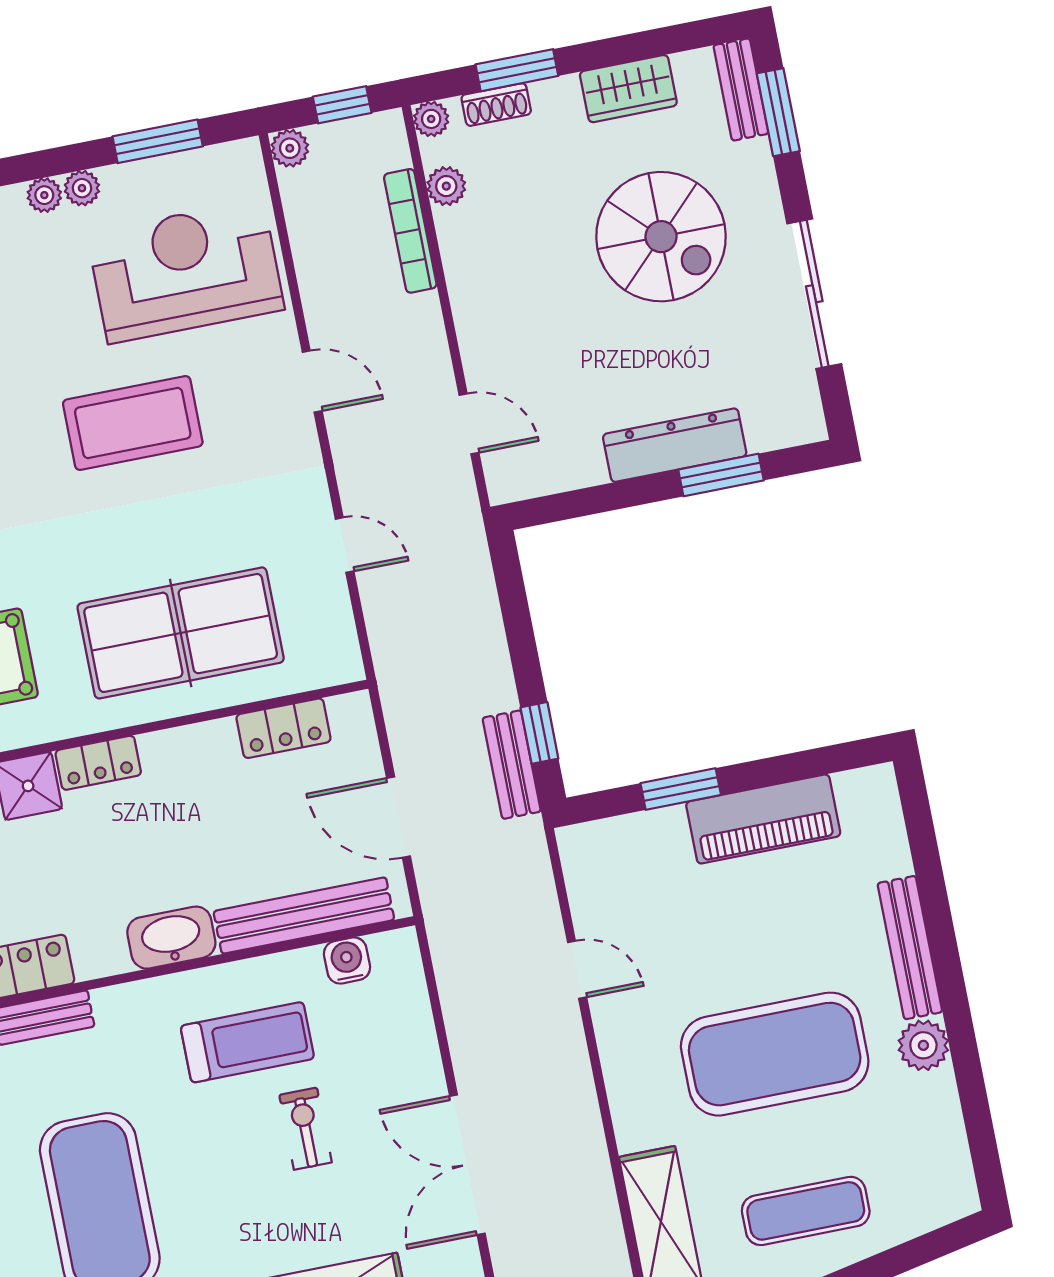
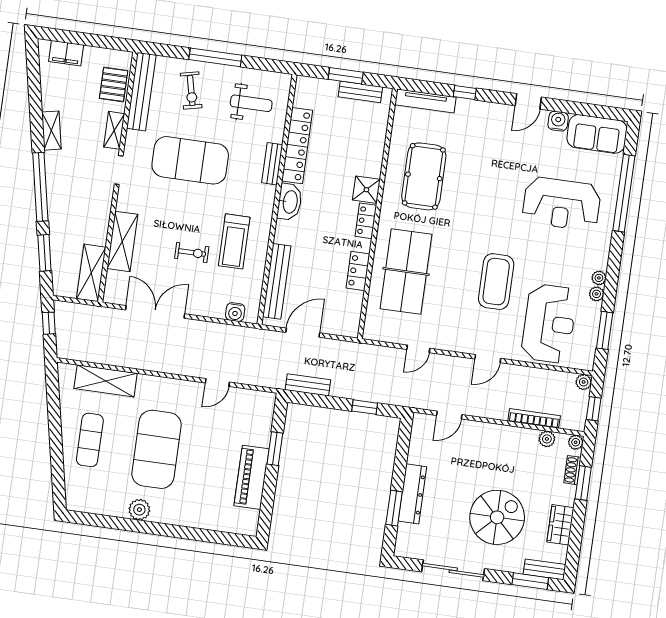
spiral stairs: (661, 237) -> (497, 517), turned 180
locker: (283, 728) -> (358, 271), moved
window: (539, 733) -> (365, 407), moved
washbasin: (171, 938) -> (290, 202), moved
bench: (910, 948) -> (180, 518), removed
water cooler: (347, 961) -> (235, 312), moved, turned 90

